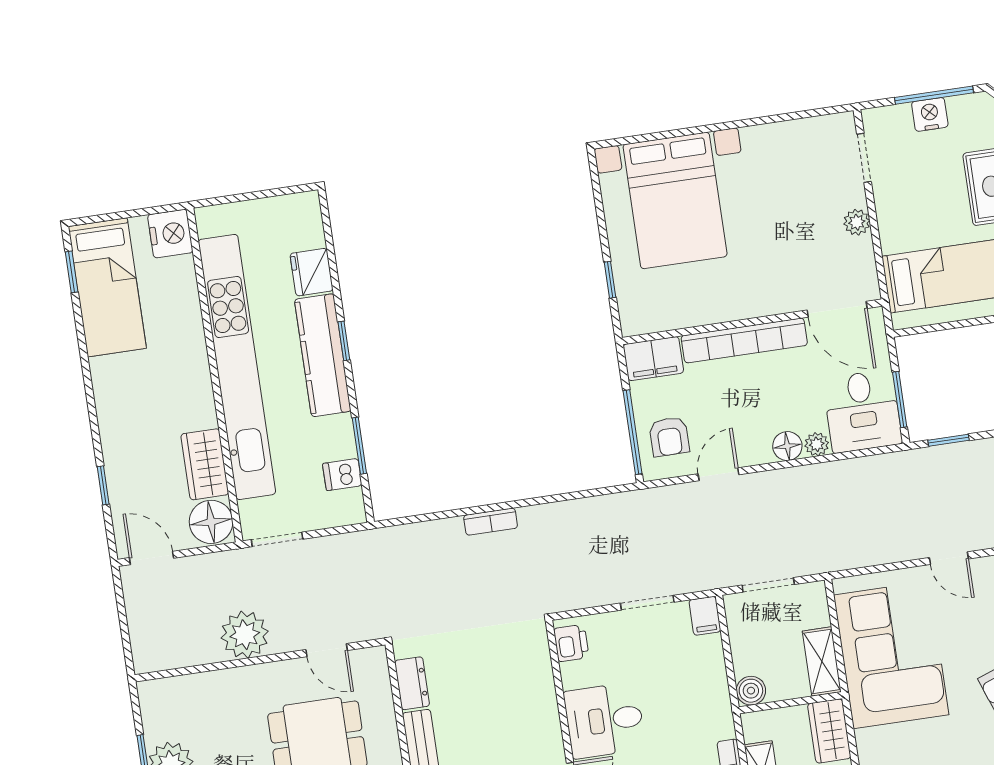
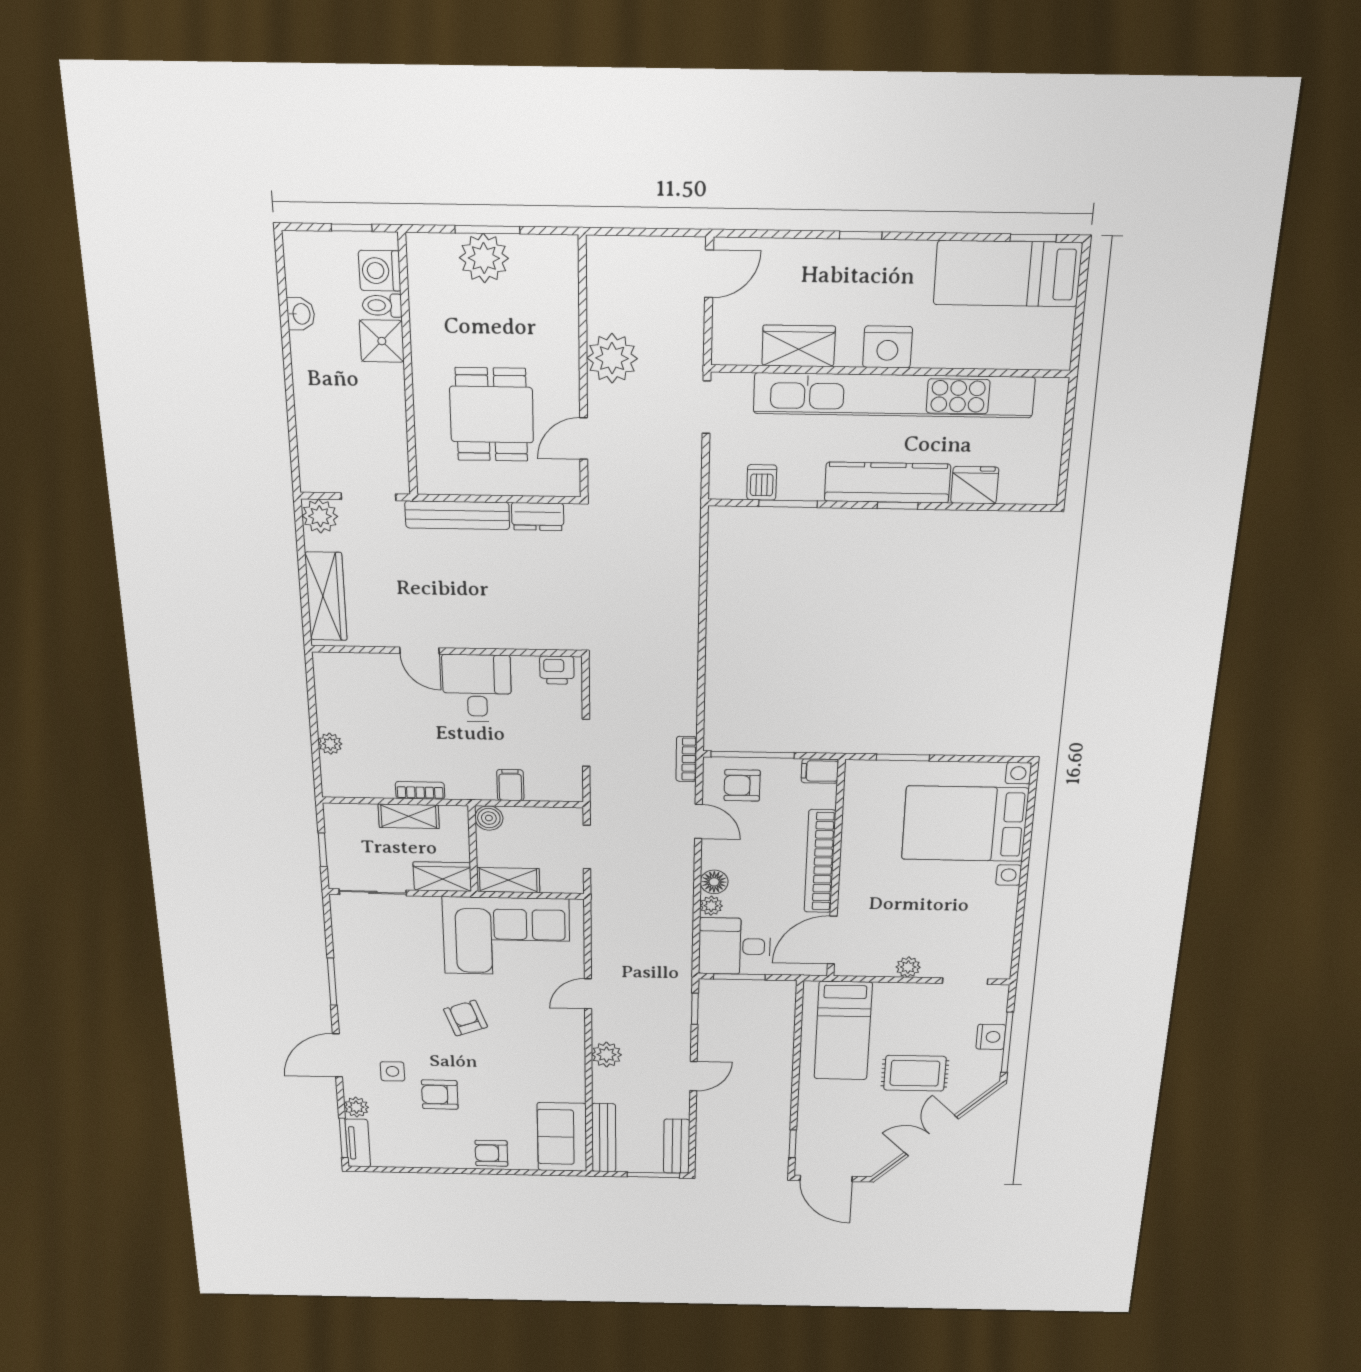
nightstand: (170, 234) -> (888, 347), moved
window: (610, 280) -> (903, 757), width x1.50
filing cabinet: (653, 359) -> (820, 771), width x0.50
window: (103, 485) -> (861, 235), moved
floor lamp: (211, 522) -> (737, 343), removed
bookcase: (491, 522) -> (686, 759), moved
filing cabinet: (705, 616) -> (510, 785), moved, turned 90

